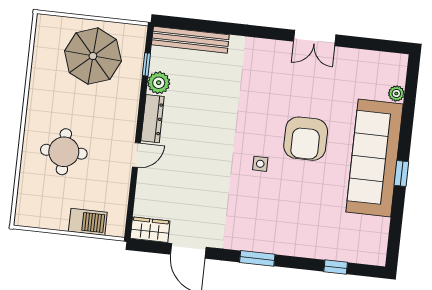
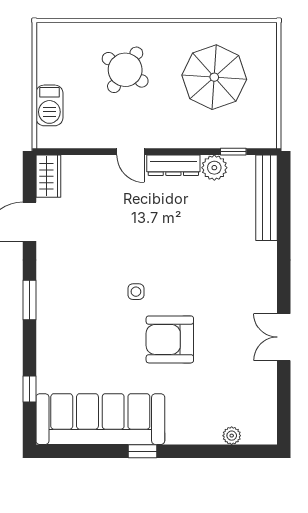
parasol: (93, 56) -> (214, 77), moved
round table: (64, 152) -> (125, 70), turned 34
sofa: (374, 158) -> (100, 419), moved

